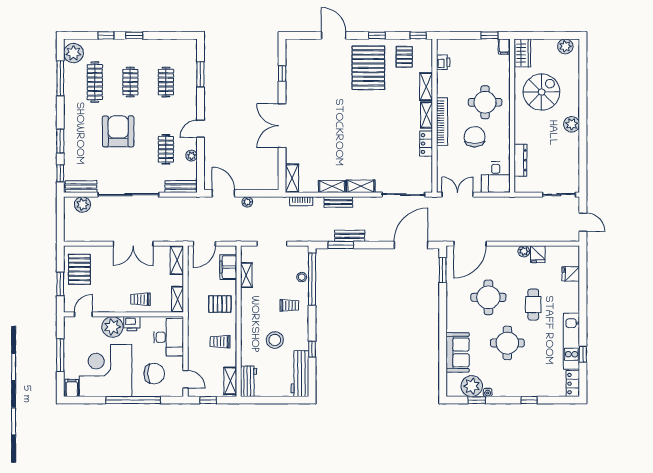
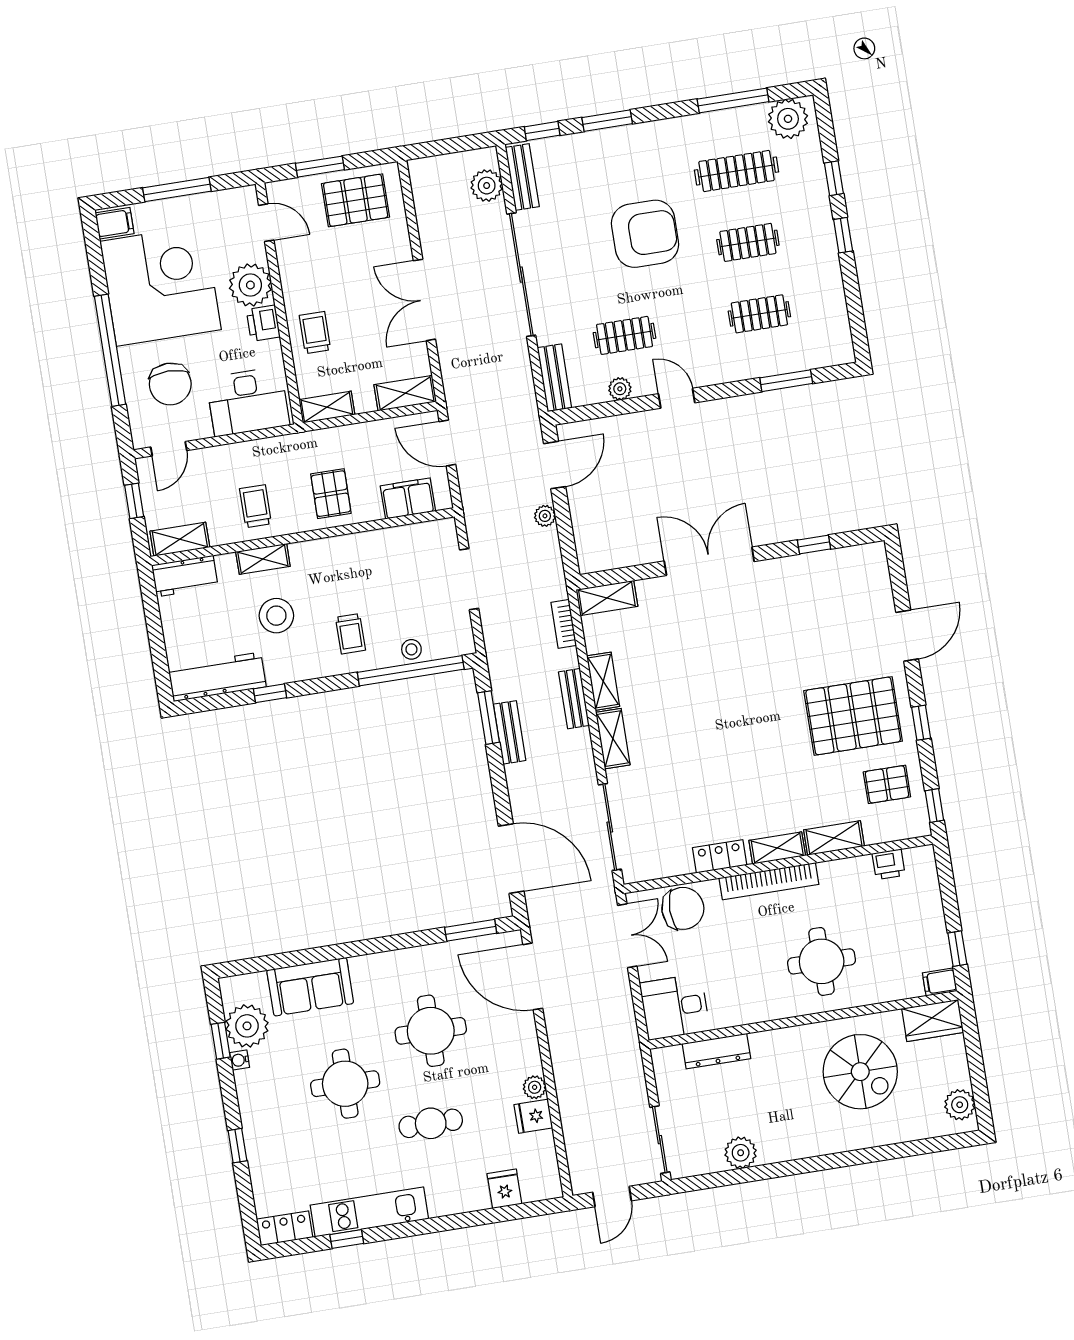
plant: (572, 124) -> (741, 1153), moved
chair: (475, 137) -> (683, 908), moved
shelving: (246, 275) -> (263, 559), moved

